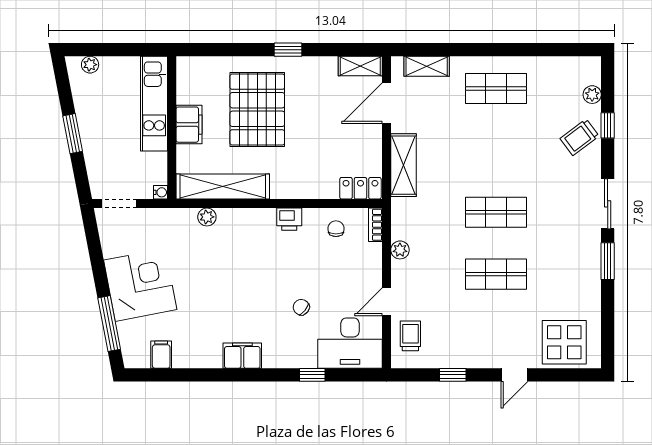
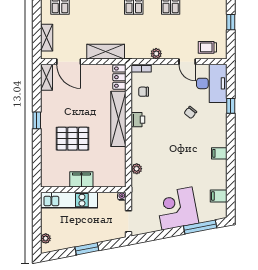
pallet: (257, 110) -> (72, 139), width x0.73, depth x0.71
shelving: (223, 187) -> (118, 119), moved
filing cabinet: (242, 356) -> (219, 153), width x0.50

